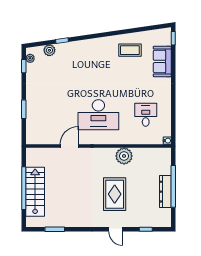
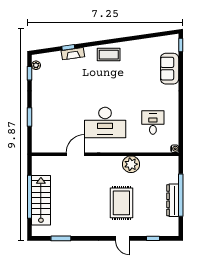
fireplace: (67, 47) -> (73, 54), added
plant: (49, 50) -> (55, 57), removed
coffee table: (130, 50) -> (109, 55), moved

